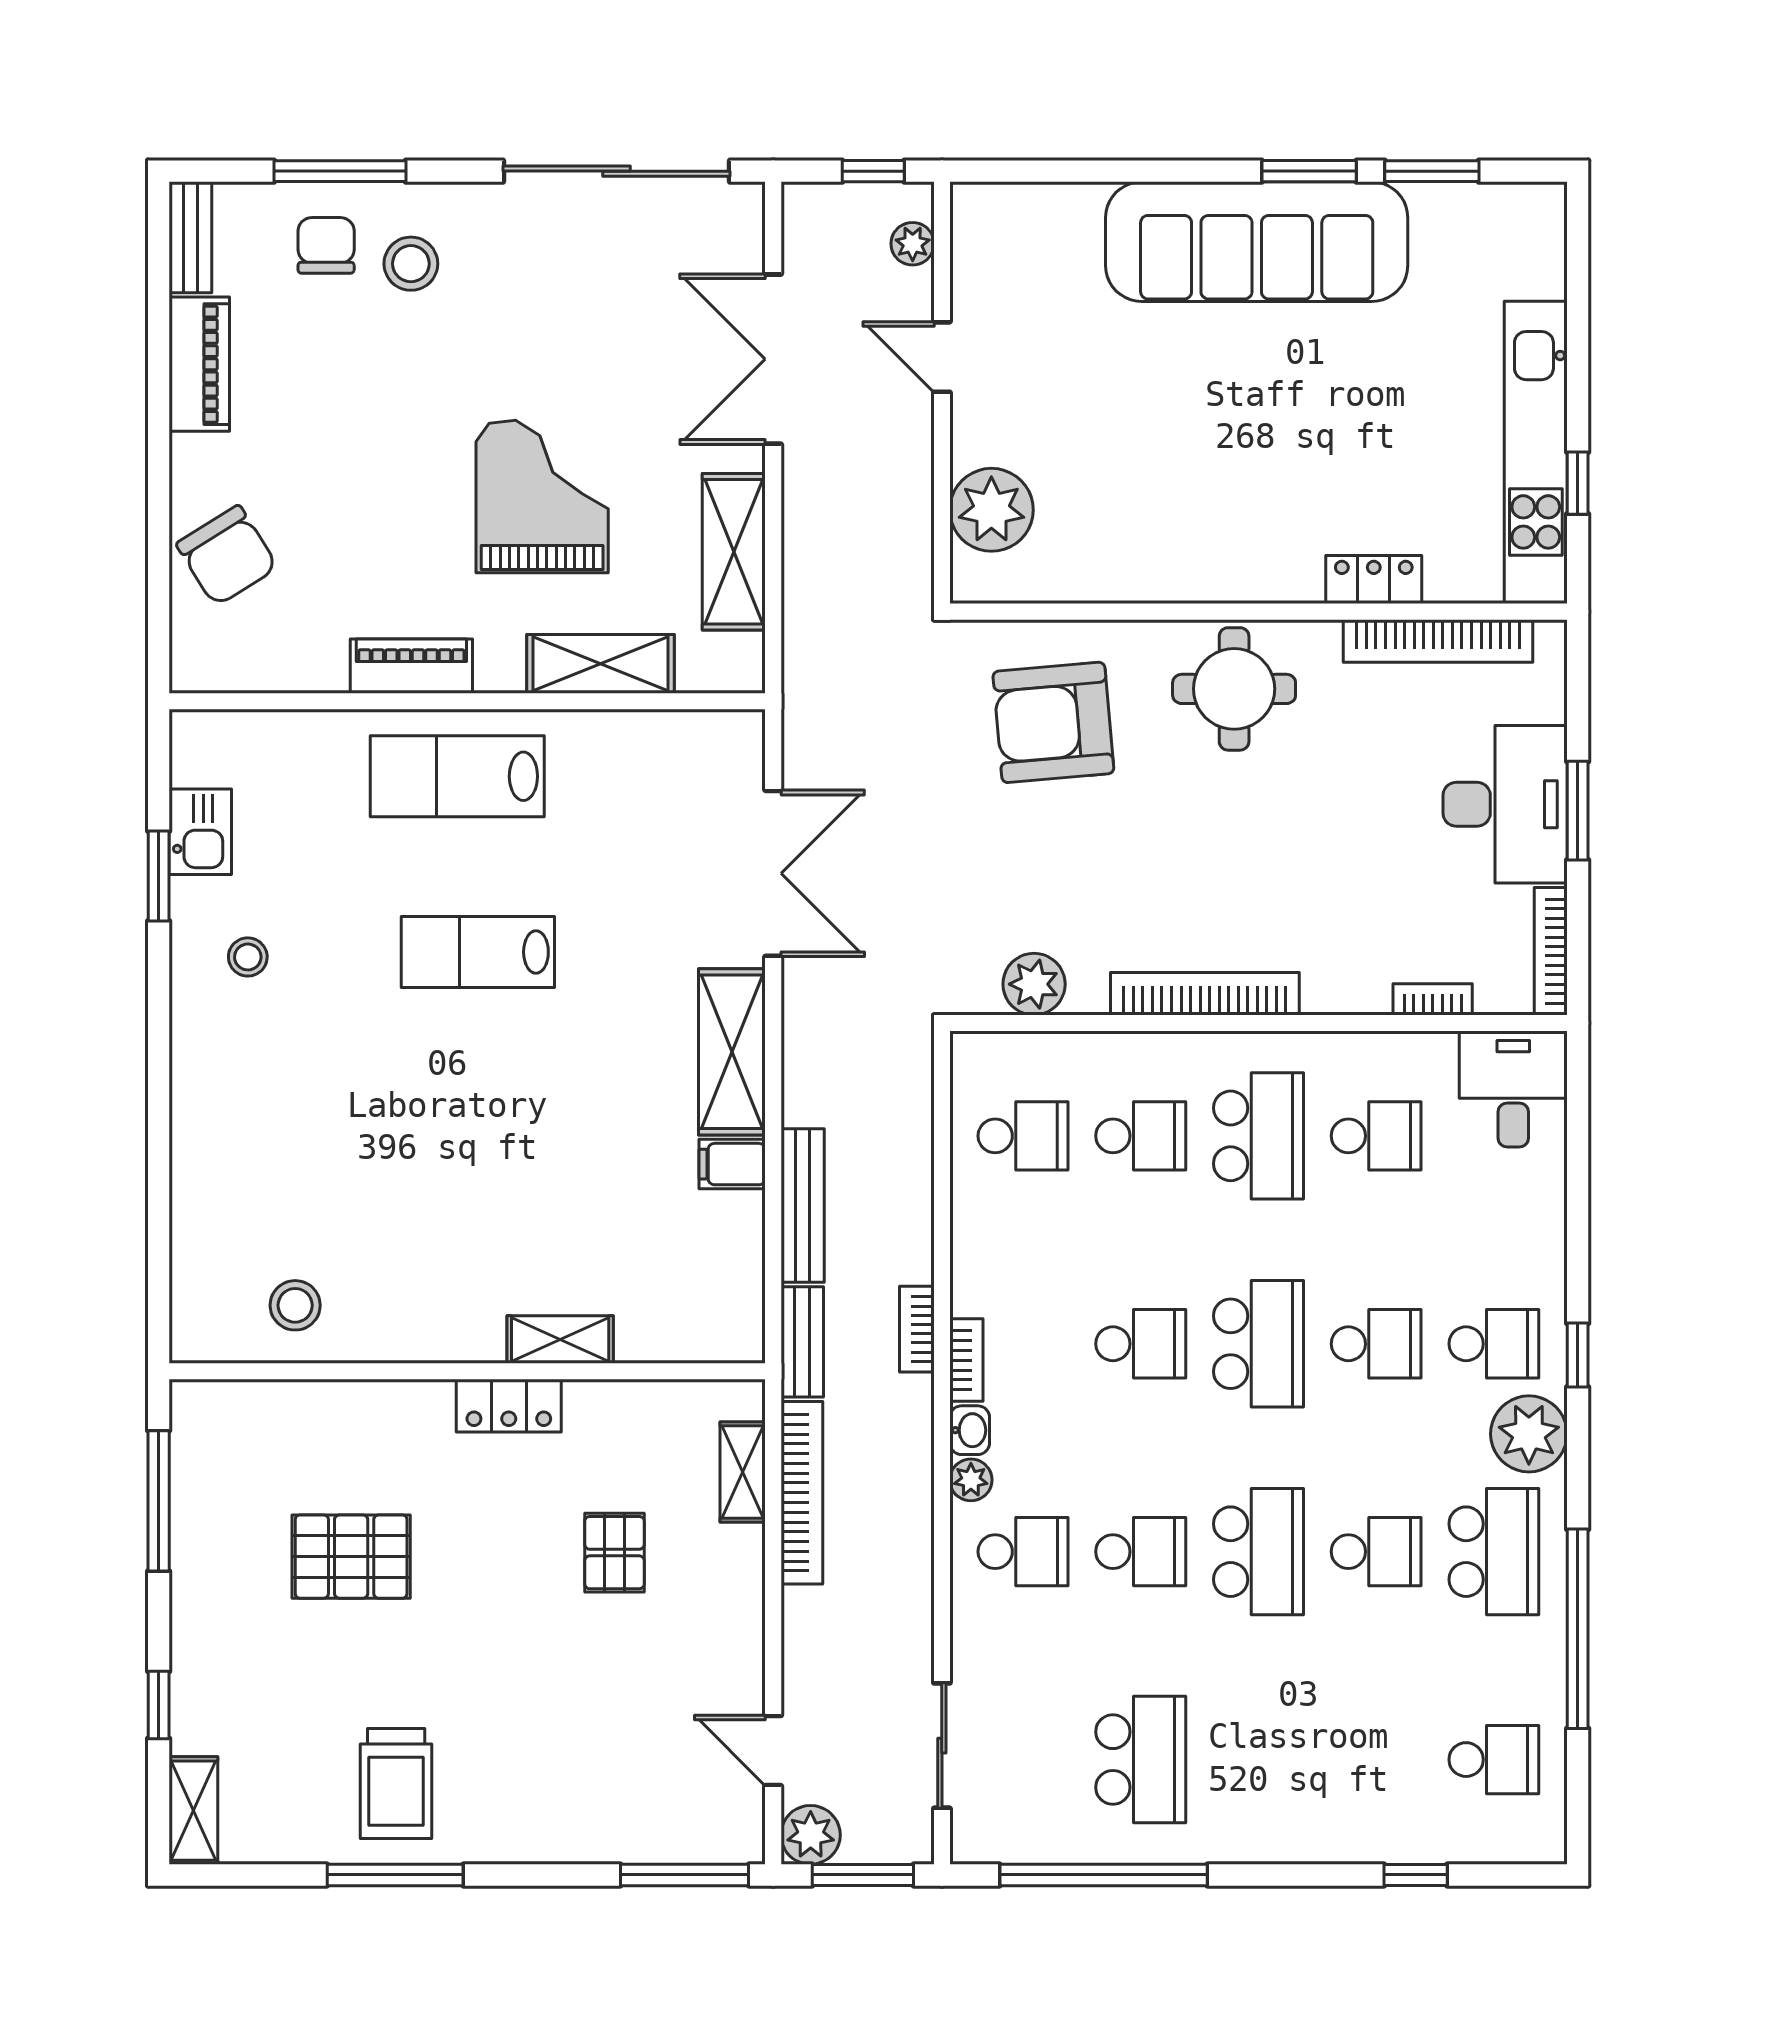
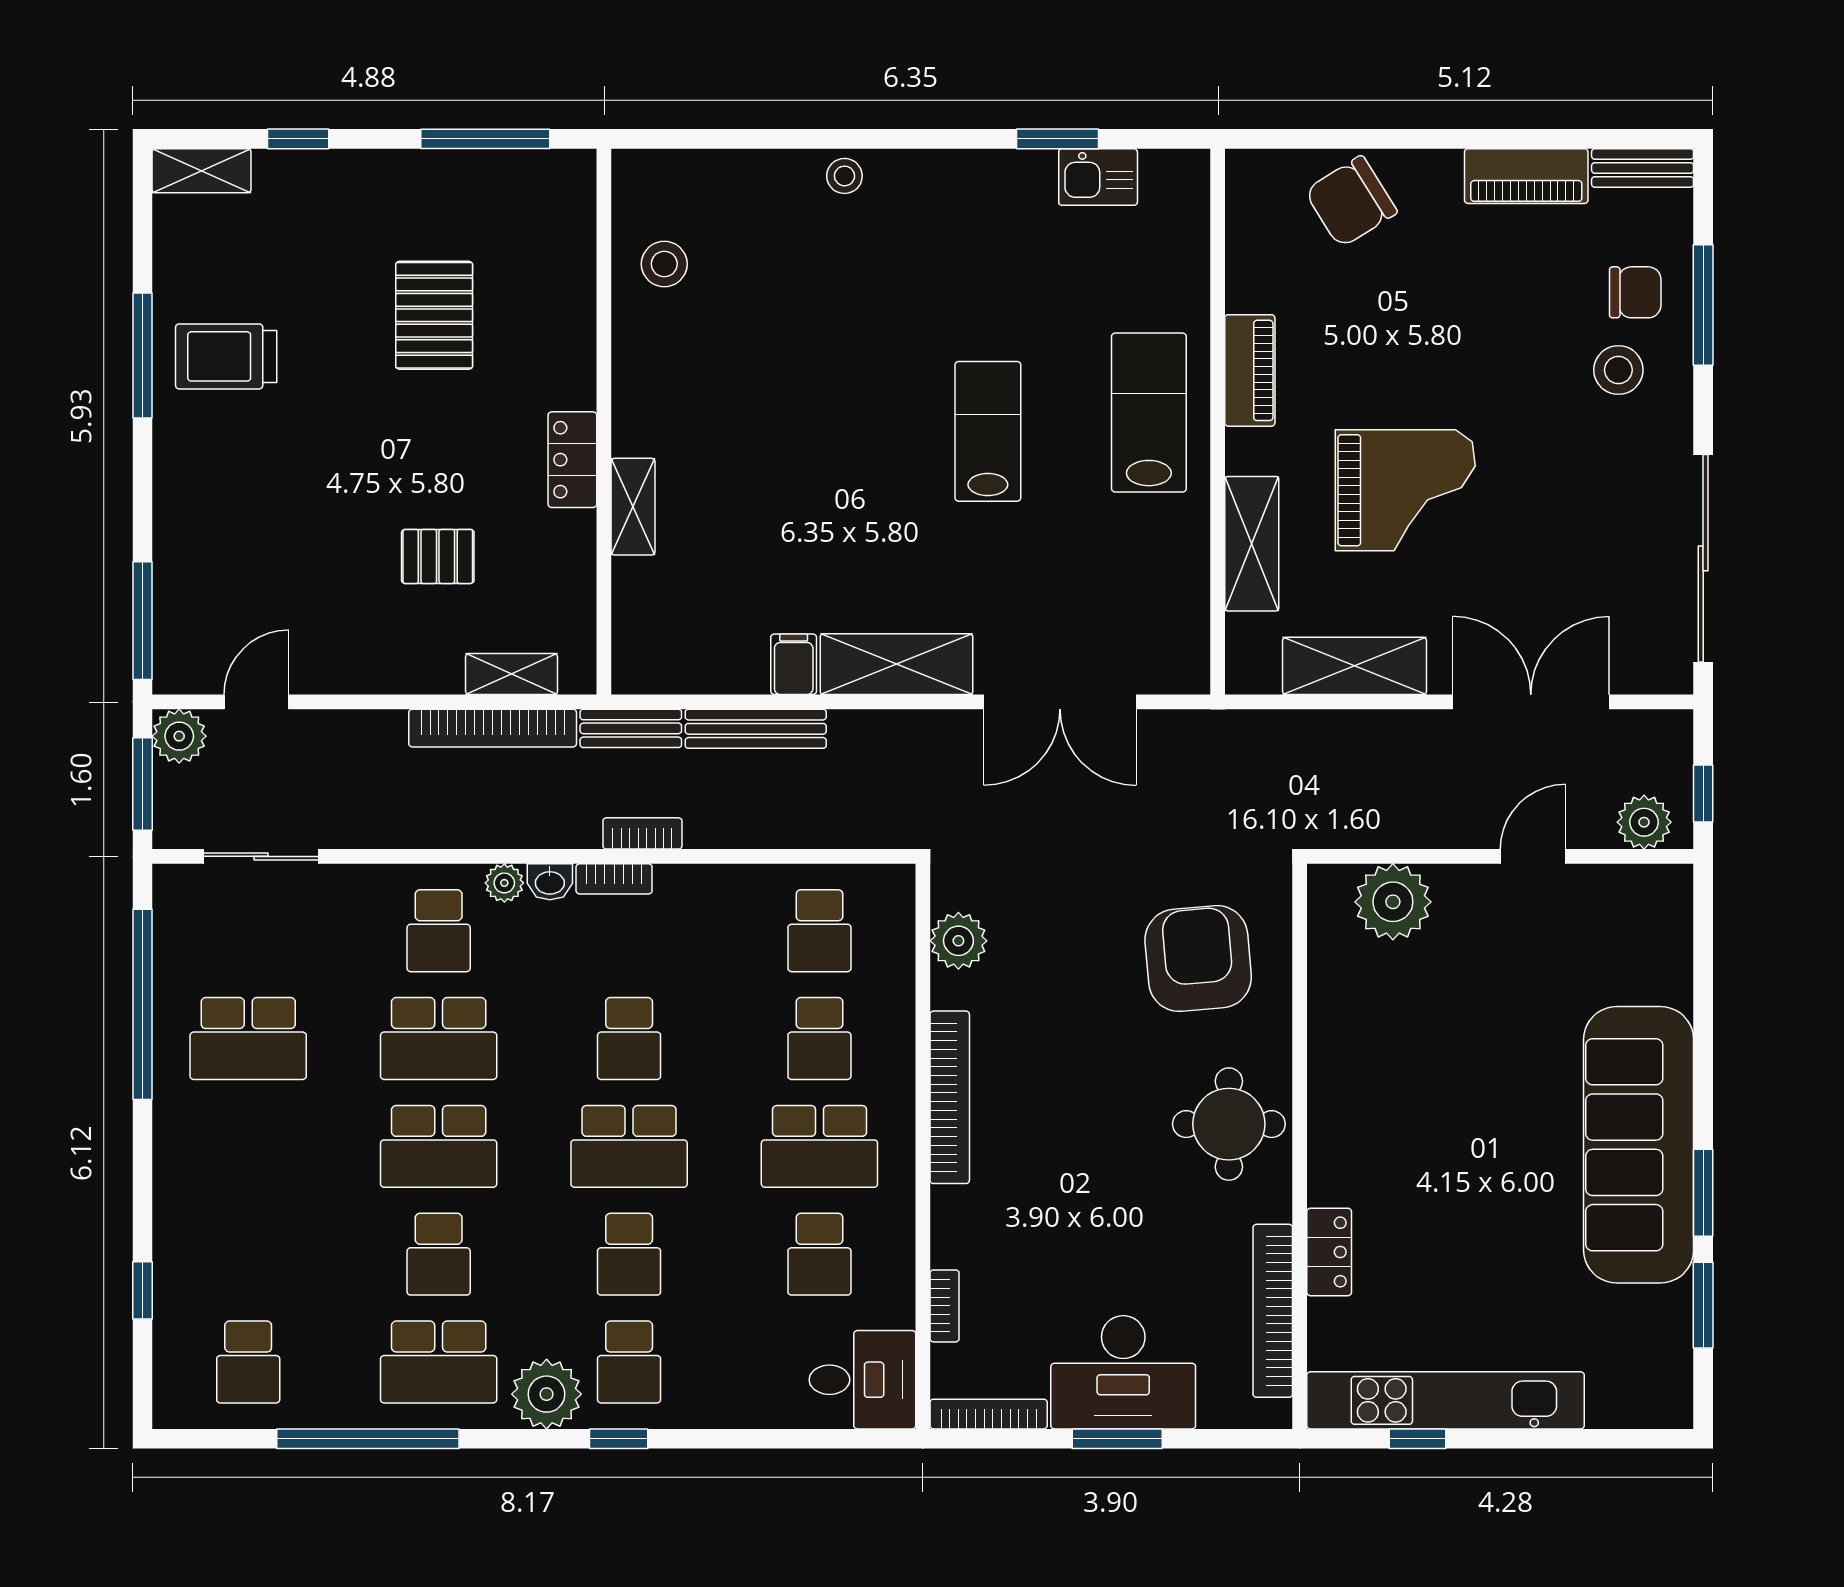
plant: (913, 244) -> (1644, 822), width x1.38, depth x1.38
stool: (248, 957) -> (844, 176), moved
school desk: (1141, 1552) -> (439, 1039), width x1.85

